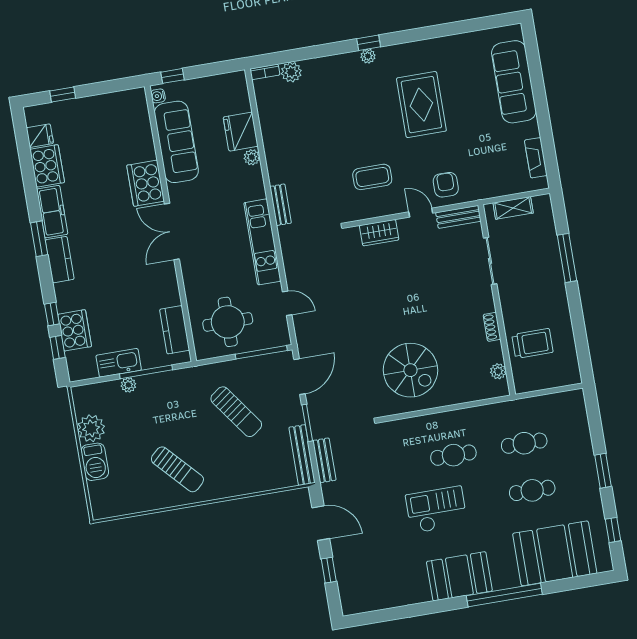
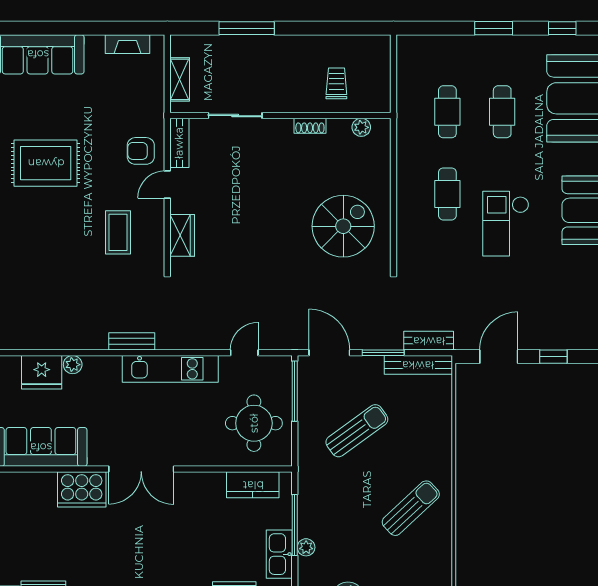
trolley: (532, 343) -> (336, 83), width x0.73, depth x0.72

